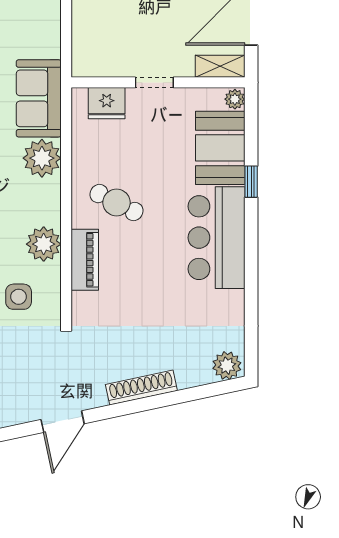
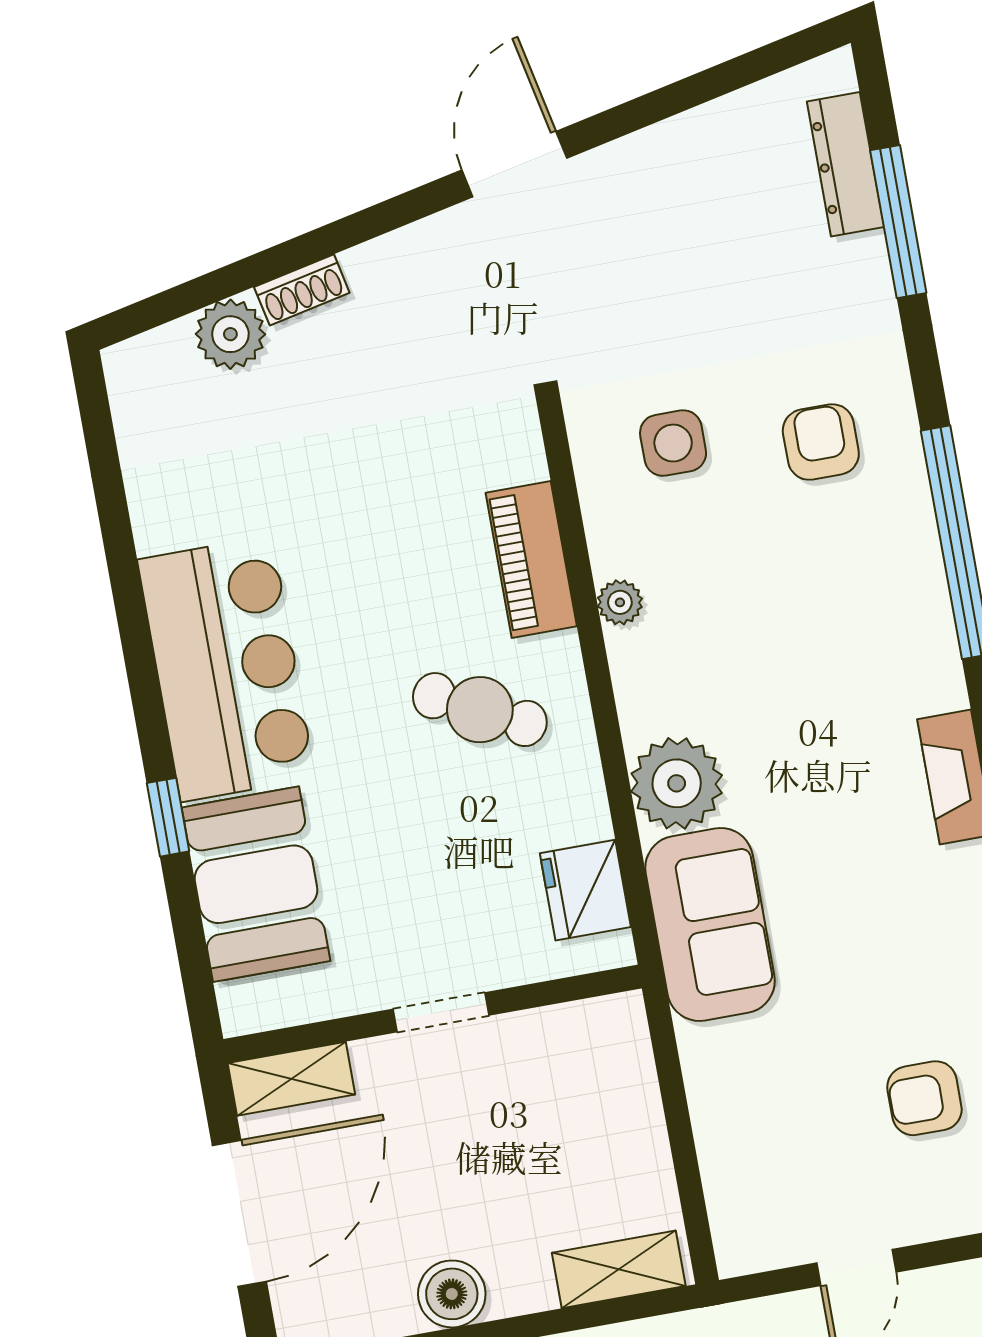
plant: (235, 99) -> (242, 1007), removed
fridge: (107, 103) -> (585, 890), moved, turned -90
plant: (44, 244) -> (620, 602), width x0.53, depth x0.53
plant: (227, 366) -> (230, 334), moved
shoe rack: (141, 388) -> (302, 290), width x0.51, depth x0.81

